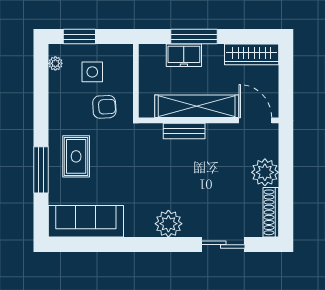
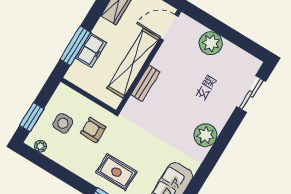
window: (194, 37) -> (75, 46), moved
armchair: (104, 107) -> (93, 130), turned -87
shoe rack: (271, 212) -> (242, 57), removed
sliding door: (223, 245) -> (251, 94), moved

